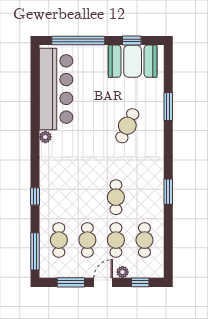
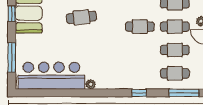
window: (78, 40) -> (12, 57), width x0.68
cafe table: (127, 126) -> (81, 17), turned -31

